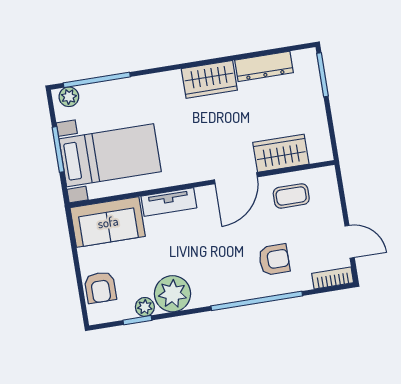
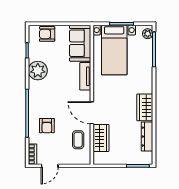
plant: (145, 307) -> (33, 55), removed

